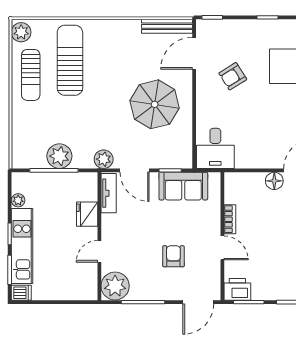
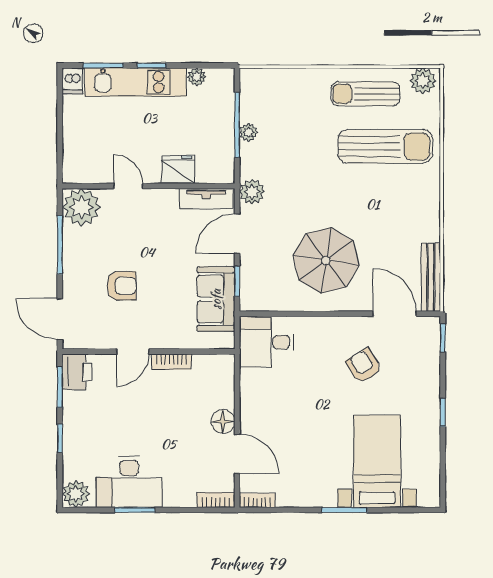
plant: (59, 156) -> (248, 132), width x0.53, depth x0.53

